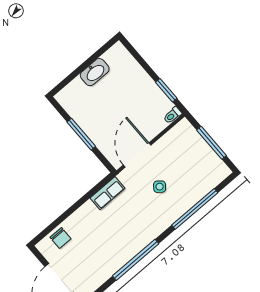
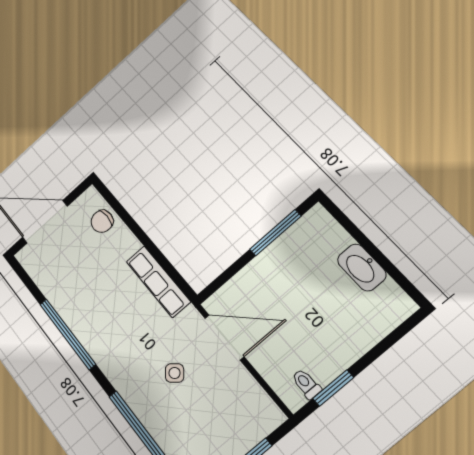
toilet: (172, 115) -> (306, 384), moved
window: (81, 134) -> (275, 233), moved
row of seats: (108, 193) -> (158, 282), width x1.48

